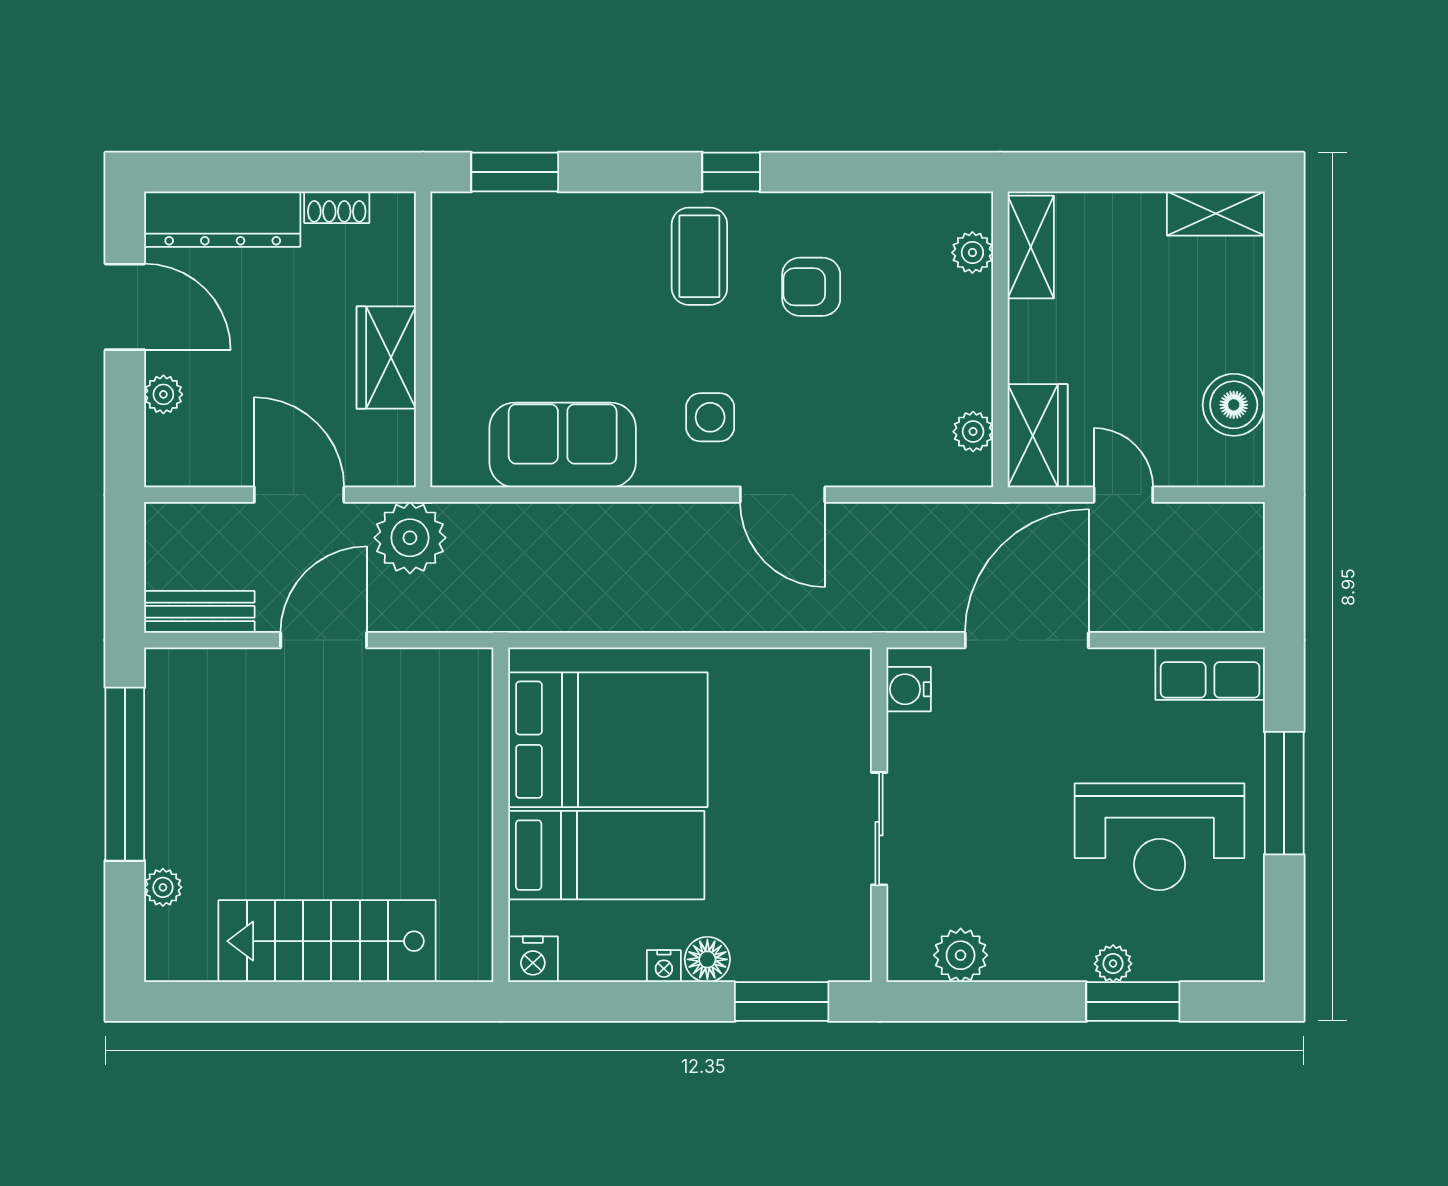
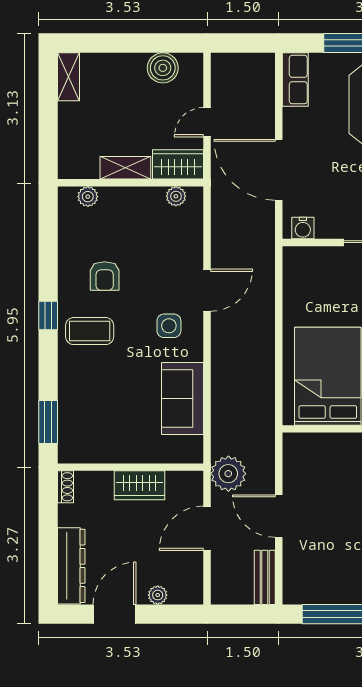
shoe rack: (337, 207) -> (65, 487), moved
shelving: (1031, 247) -> (125, 168), moved

